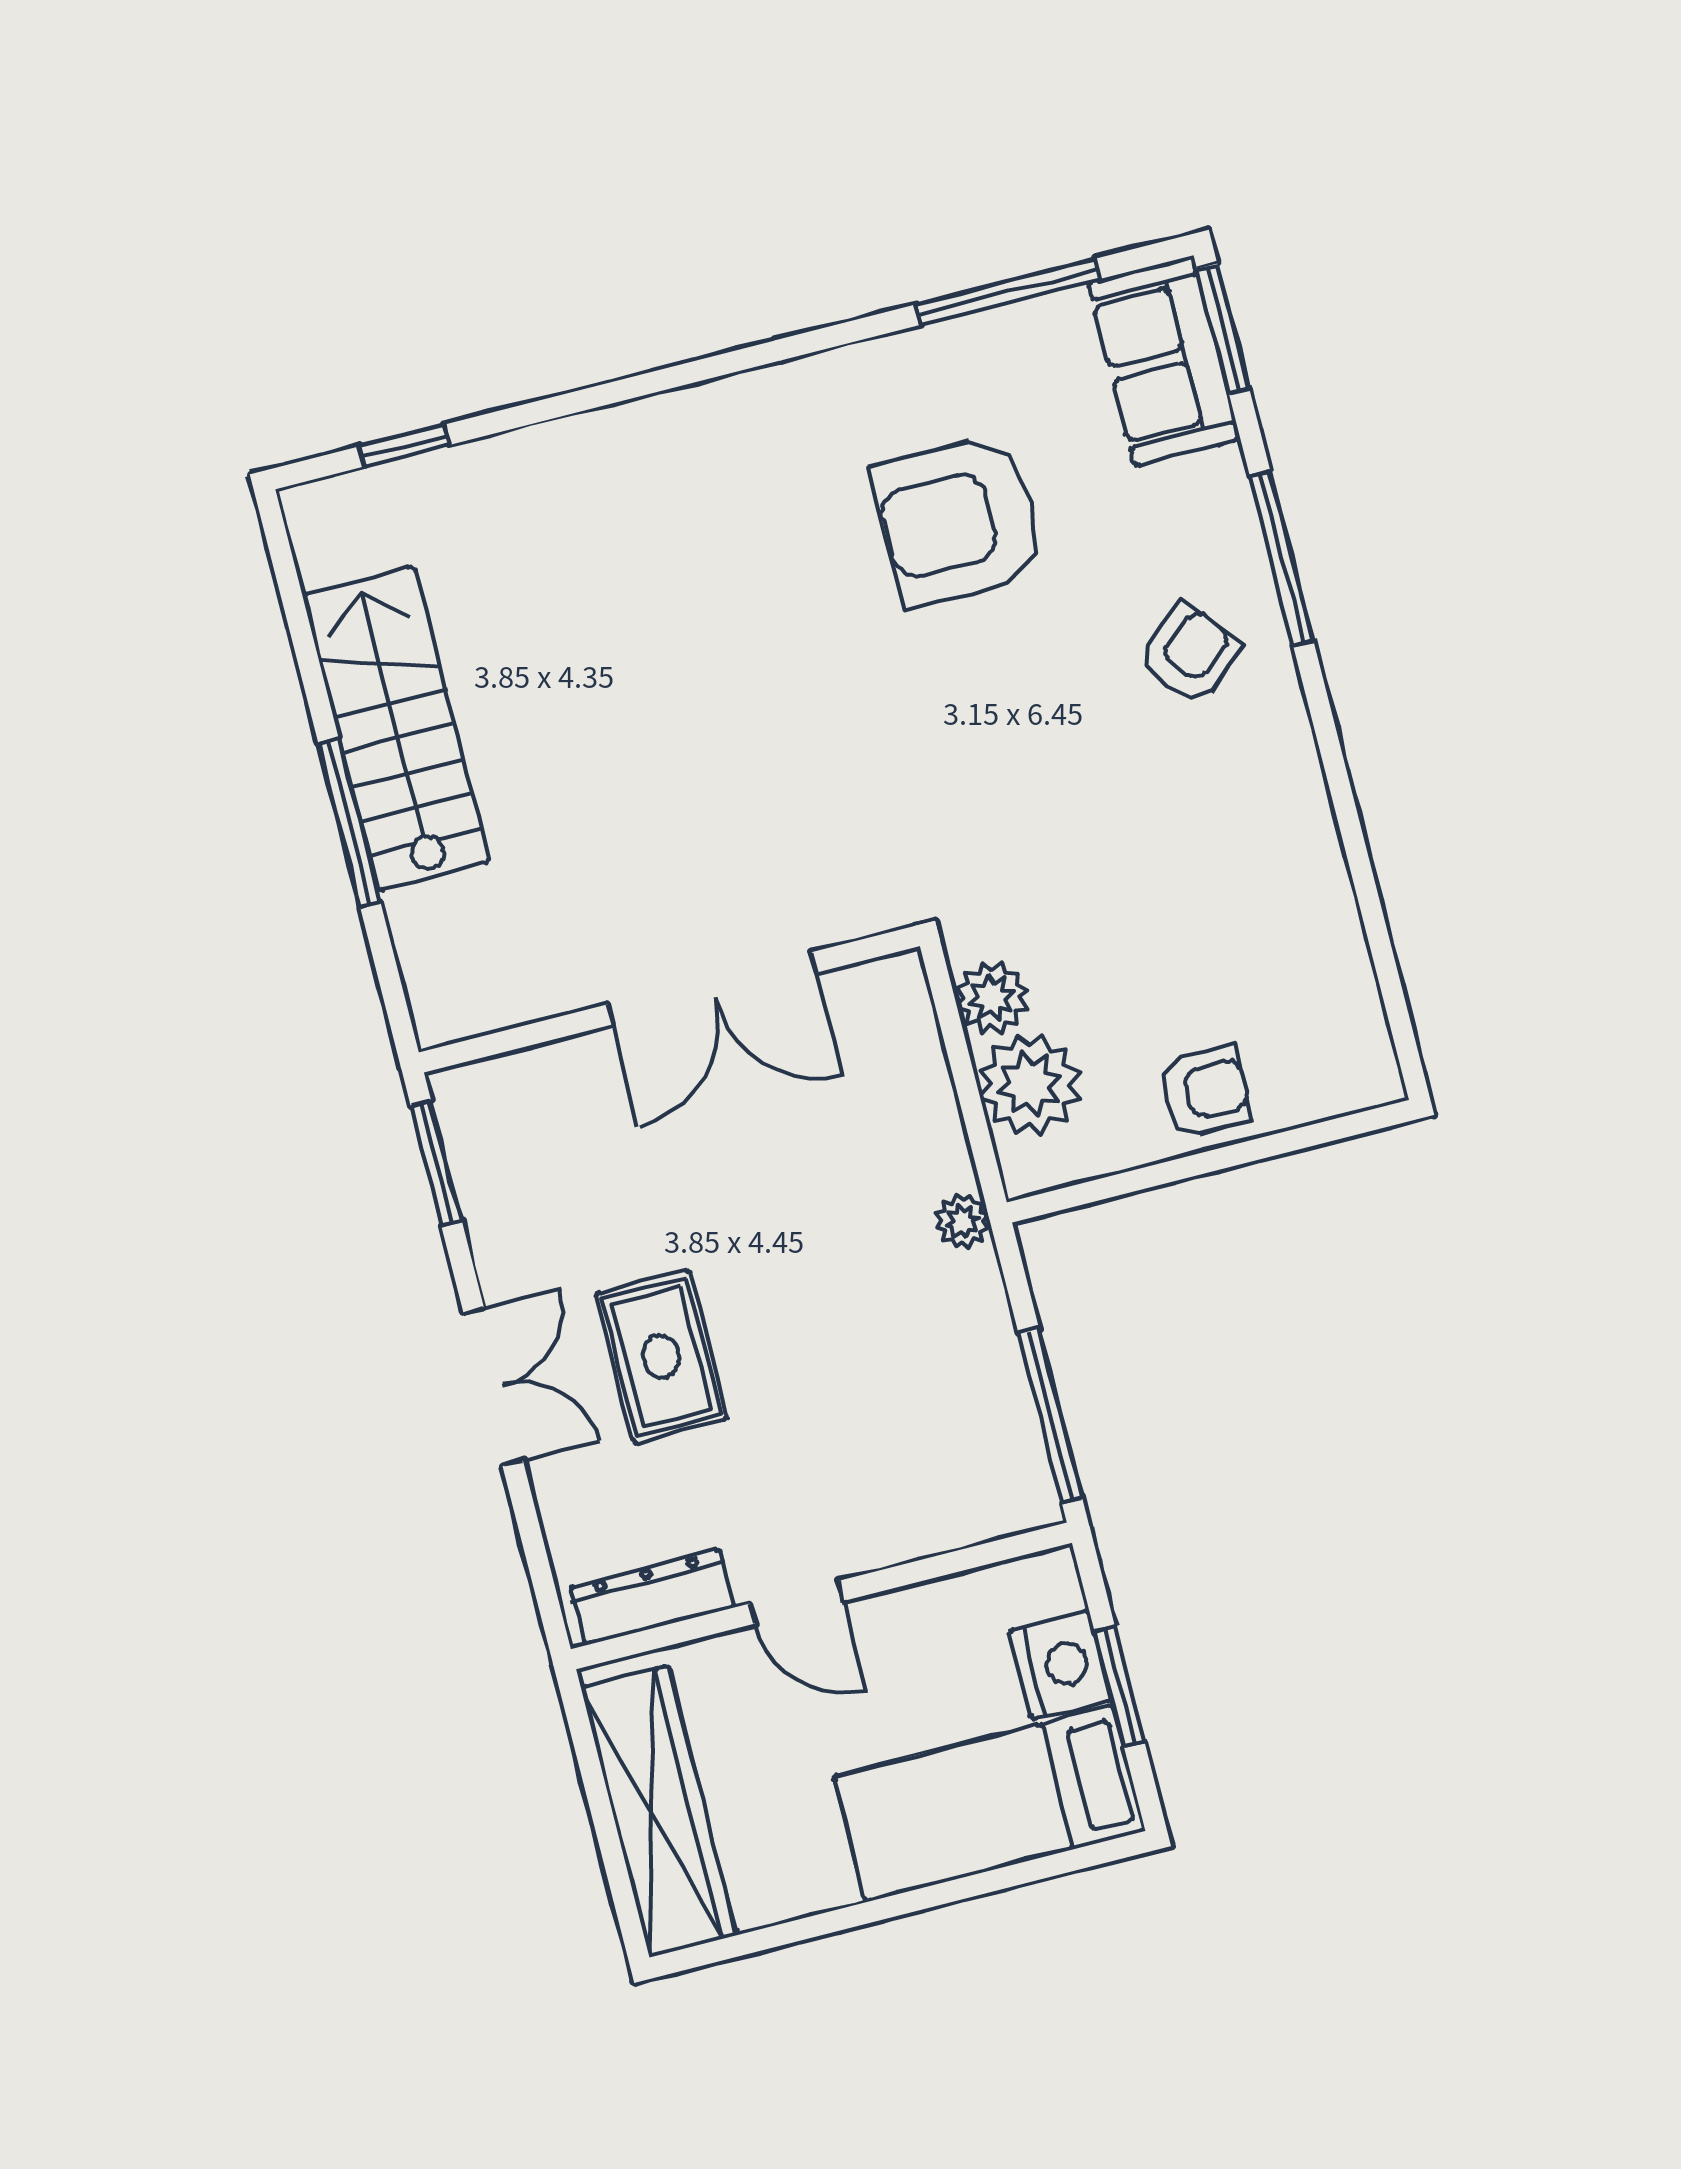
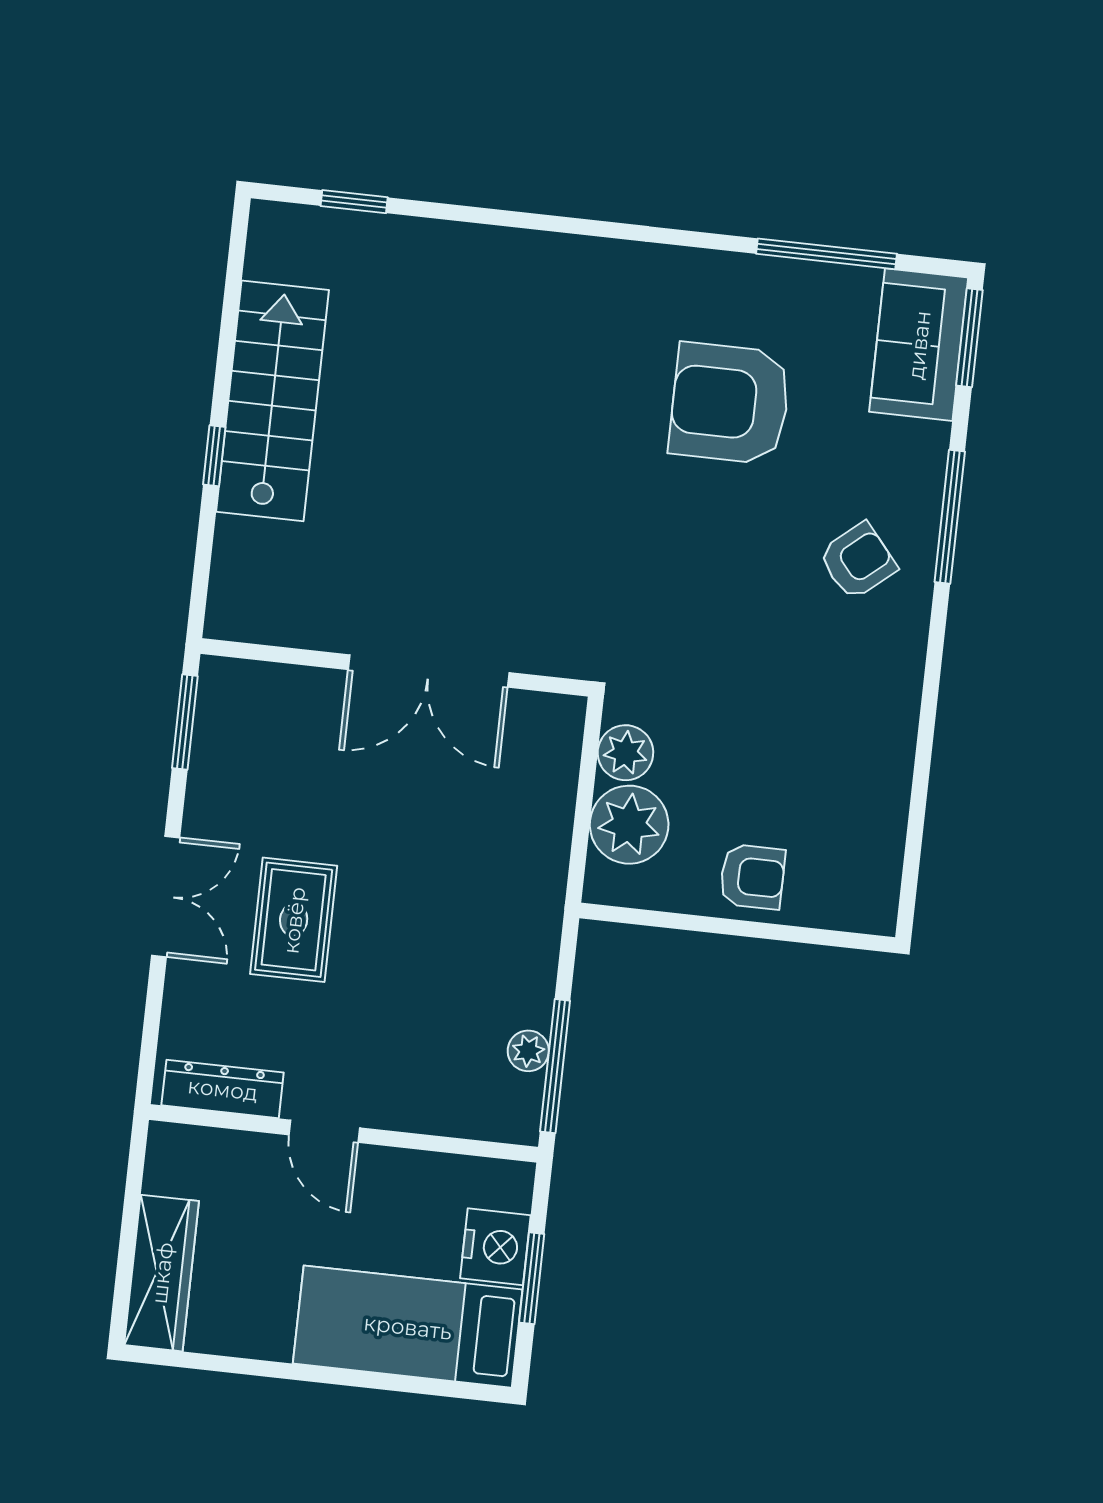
window: (349, 823) -> (214, 456), width x0.46
plant: (962, 1221) -> (528, 1051), moved
wardrobe: (659, 1811) -> (162, 1273), width x0.71, depth x0.85

